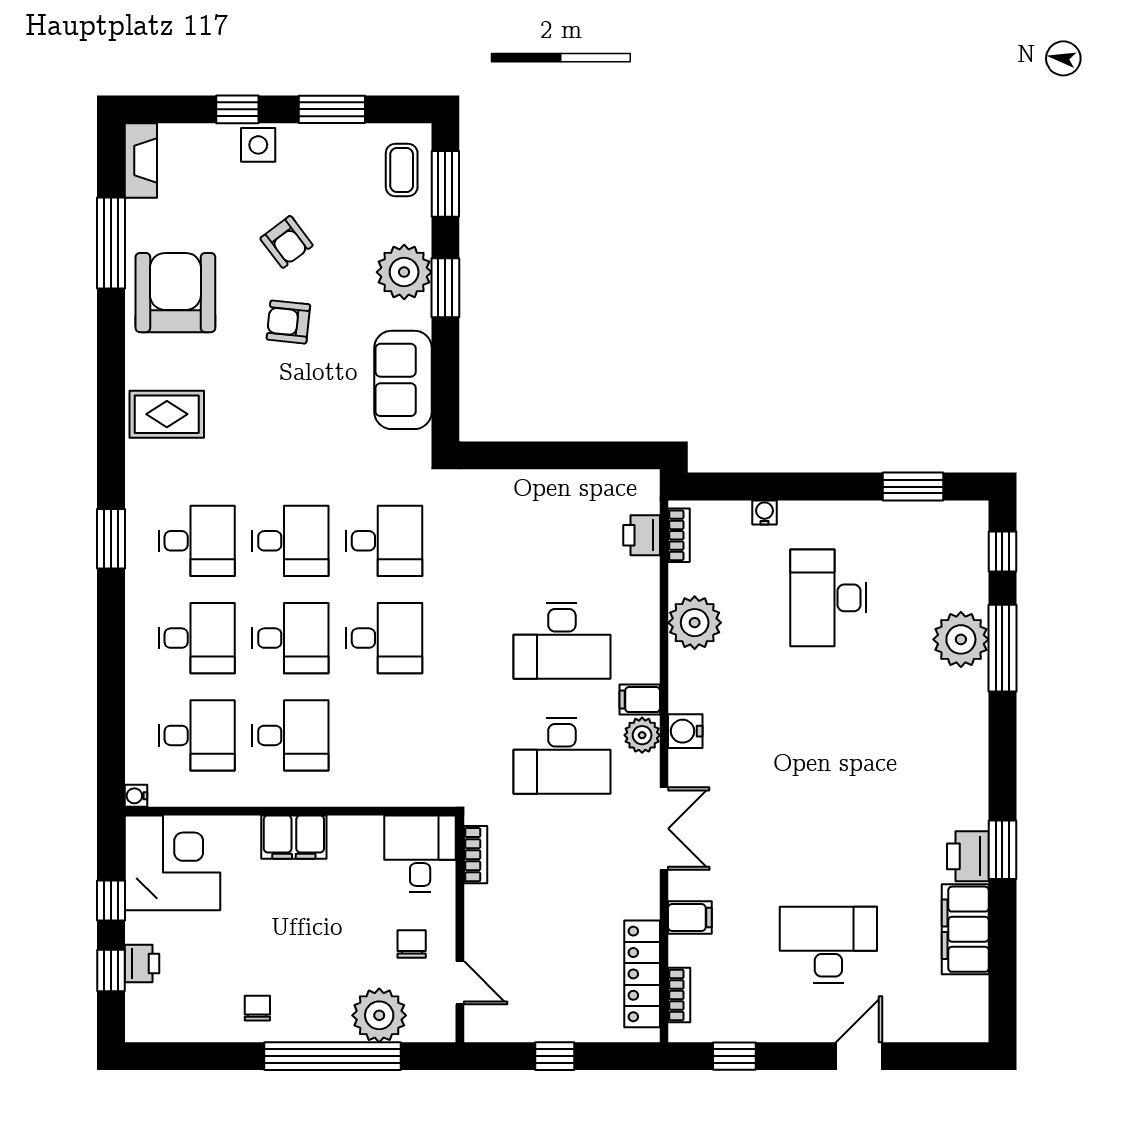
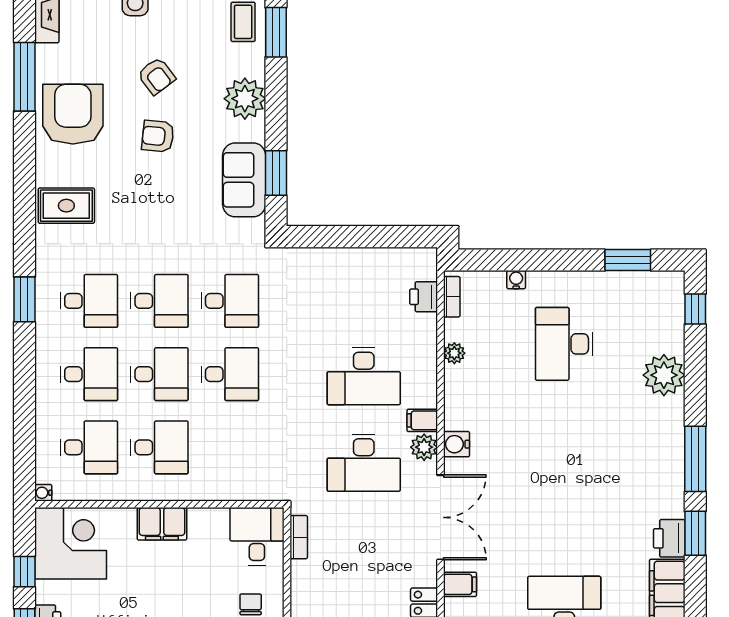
window: (445, 288) -> (276, 173), moved
plant: (695, 623) -> (454, 353), width x0.53, depth x0.53
window: (1002, 648) -> (695, 459), moved
double door: (664, 829) -> (441, 517), width x1.37

